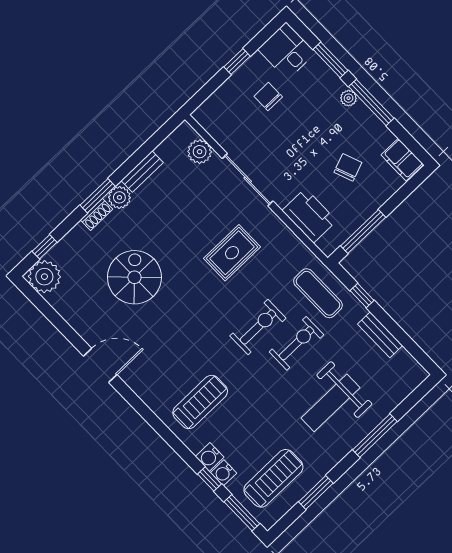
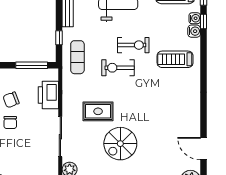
chair: (268, 97) -> (10, 123), moved
spiral stairs: (134, 277) -> (120, 144), moved
exercise bike: (296, 343) -> (133, 45), moved, turned 180
door: (100, 365) -> (204, 149), moved

